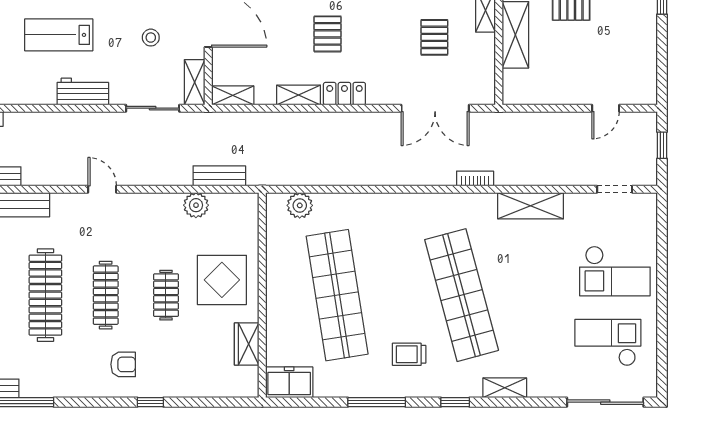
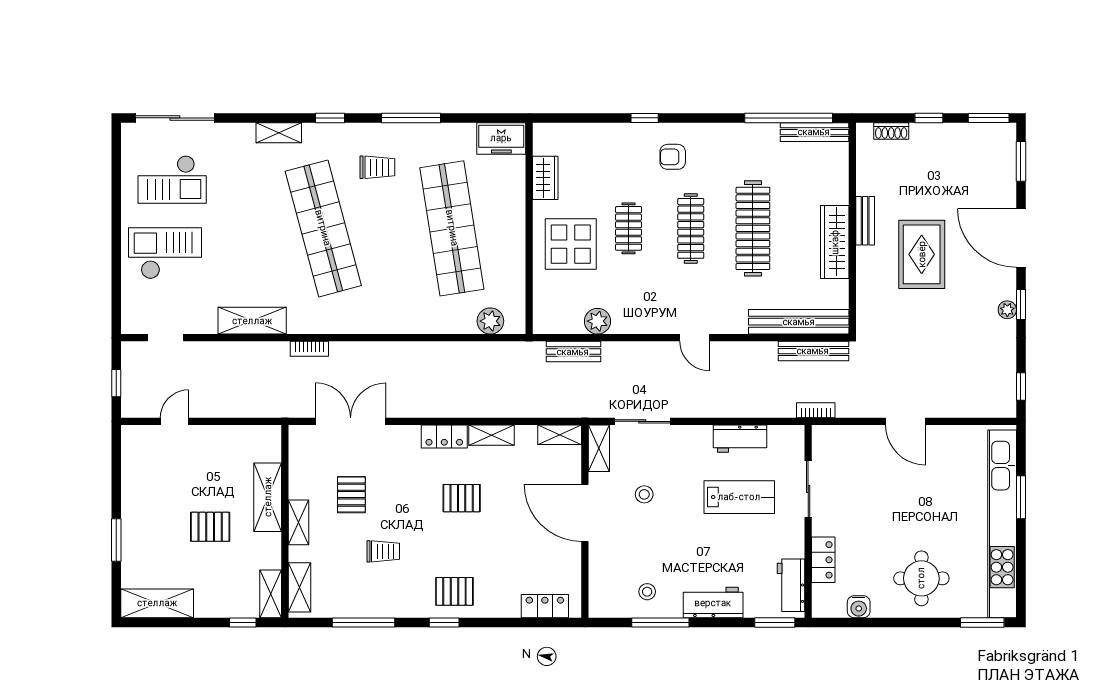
pallet: (328, 34) -> (462, 498), turned 90
workbench: (83, 91) -> (740, 439), moved

